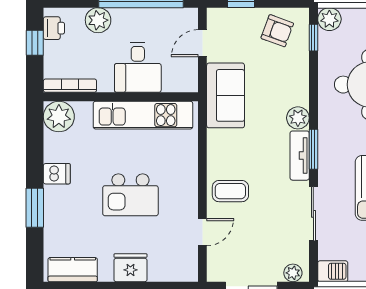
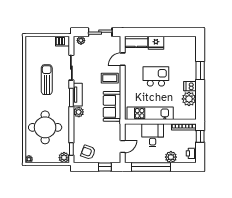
window: (35, 43) -> (200, 136), moved
sofa: (226, 95) -> (112, 106), moved
plant: (59, 117) -> (189, 99), moved
kitchen counter: (73, 270) -> (136, 42), moved

